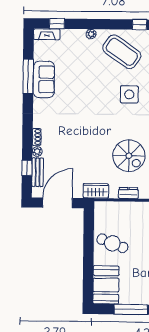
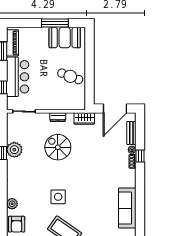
window: (28, 76) -> (140, 210), removed
sofa: (44, 79) -> (127, 208), width x1.36
window: (27, 168) -> (140, 156), moved
booth: (106, 285) -> (65, 38), moved, turned 90

